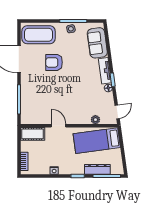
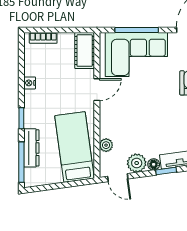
corner sofa: (35, 99) -> (136, 55), added
plant: (107, 99) -> (137, 163), added

